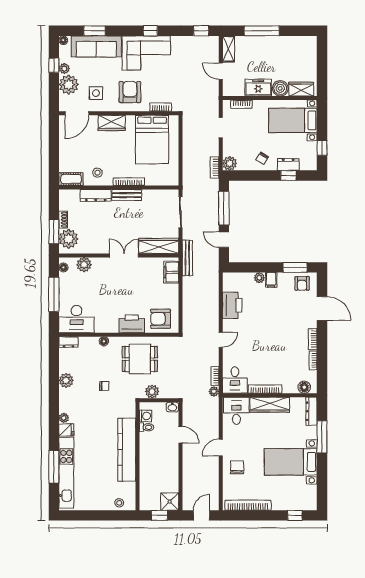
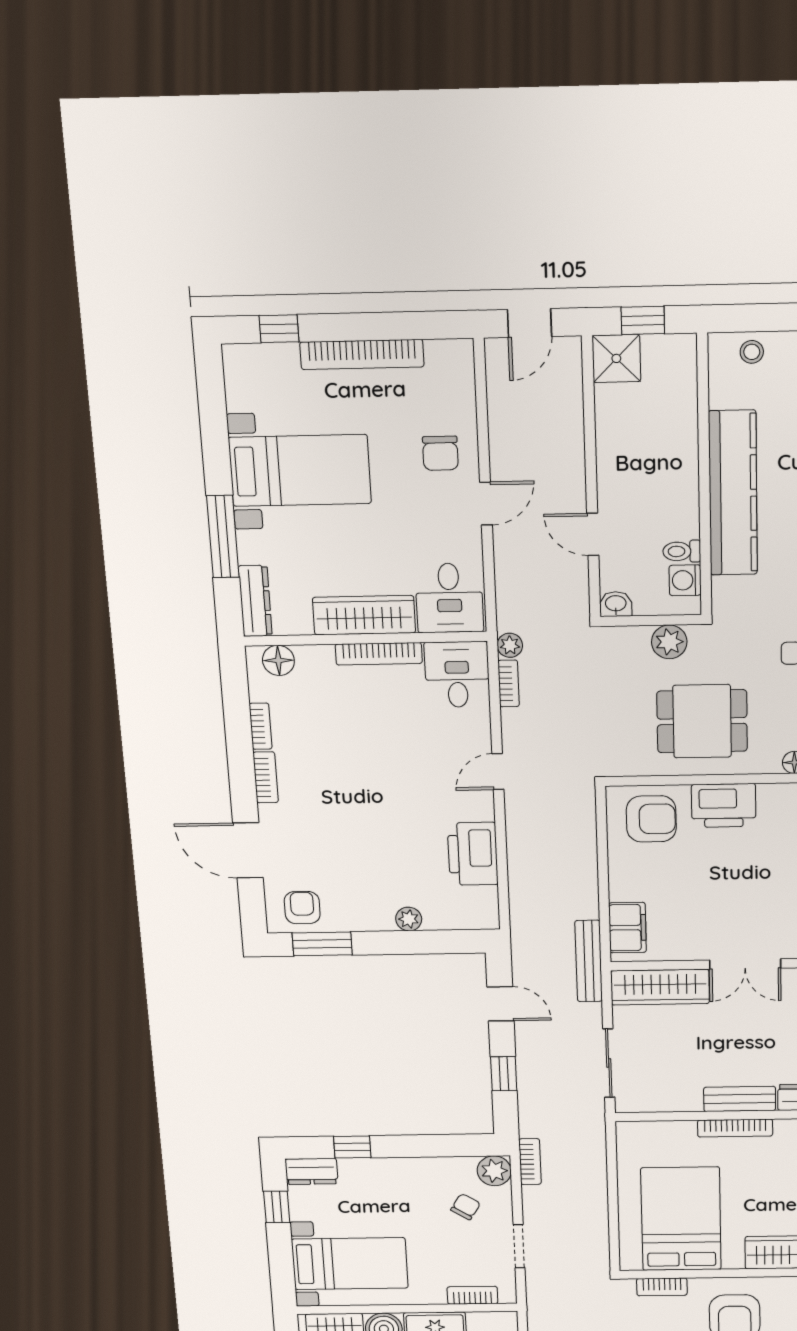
chair: (262, 158) -> (466, 1207), moved
dresser: (288, 164) -> (311, 1171), moved
window: (224, 208) -> (504, 1074), width x0.46
filing cabinet: (271, 280) -> (379, 914), removed
bookcase: (248, 505) -> (362, 354), moved

